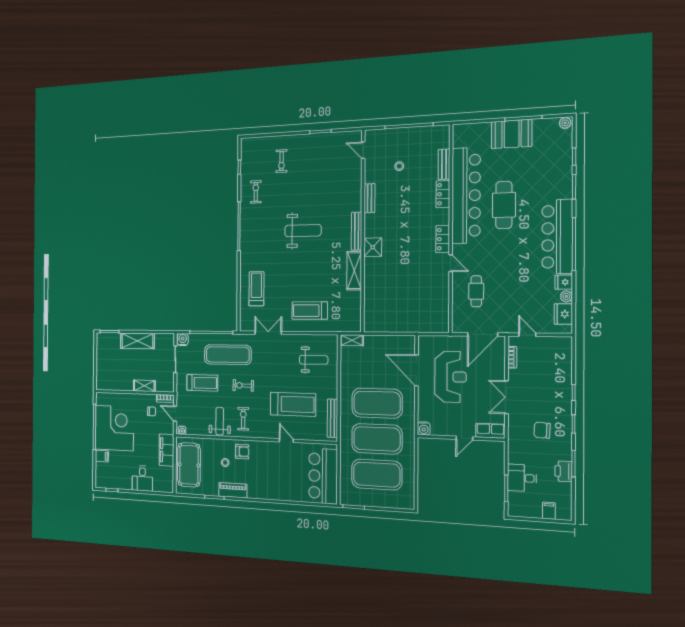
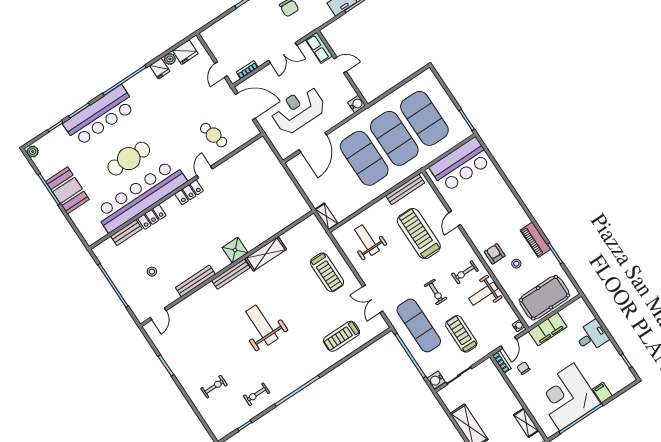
bench: (369, 198) -> (195, 281), width x1.36
bar counter: (557, 237) -> (100, 116), moved
cafe table: (476, 291) -> (214, 135), turned 74
shelving: (144, 386) -> (526, 423), moved

